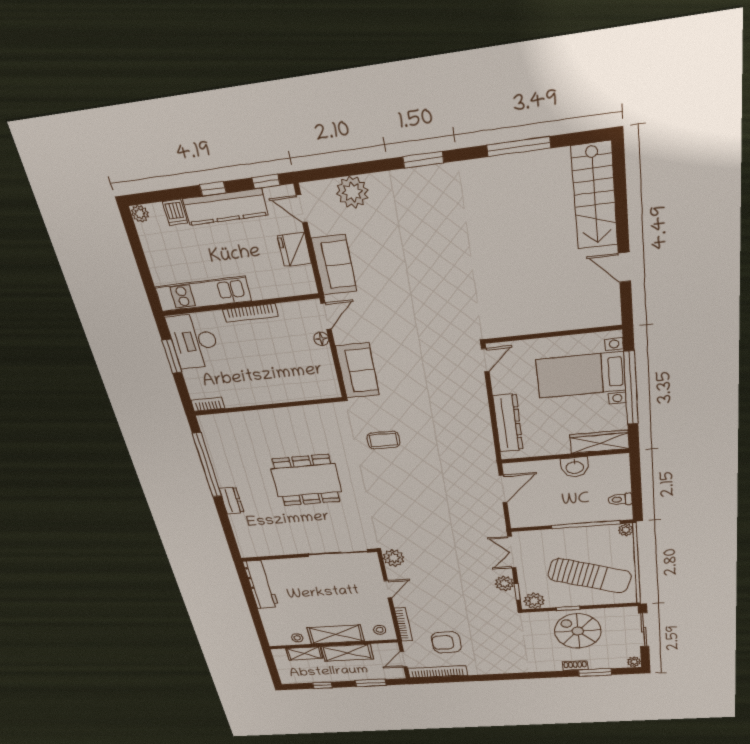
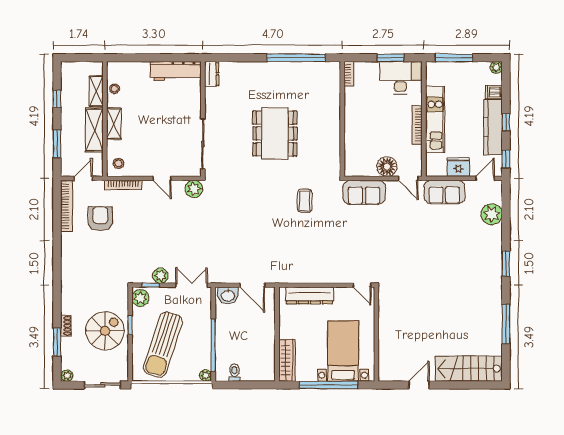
window: (145, 274) -> (454, 58), added
kitchen unit: (203, 294) -> (435, 120), moved
floor lamp: (321, 339) -> (387, 167), width x1.89, depth x1.89
washbasin: (575, 467) -> (228, 295), moved, turned -90
dresser: (232, 501) -> (212, 74), moved, turned -90
shelving: (336, 634) -> (114, 124), width x0.67, depth x0.75
door: (404, 659) -> (83, 178), hinge flipped

